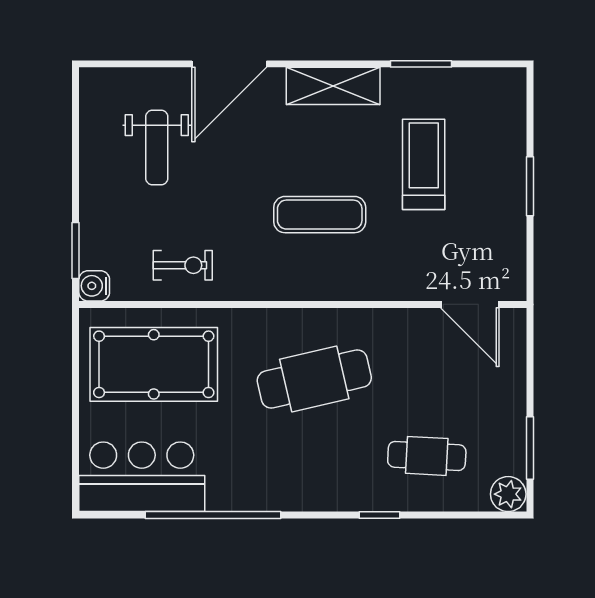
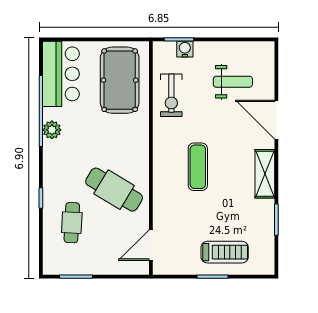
weight bench: (157, 147) -> (233, 82), turned 180
treadmill: (424, 164) -> (225, 252), moved
exercise bike: (183, 265) -> (171, 95), width x1.38, depth x1.39
water cooler: (94, 286) -> (185, 49), moved
cafe table: (314, 379) -> (114, 190), moved, turned -46
plant: (508, 494) -> (52, 130), moved

